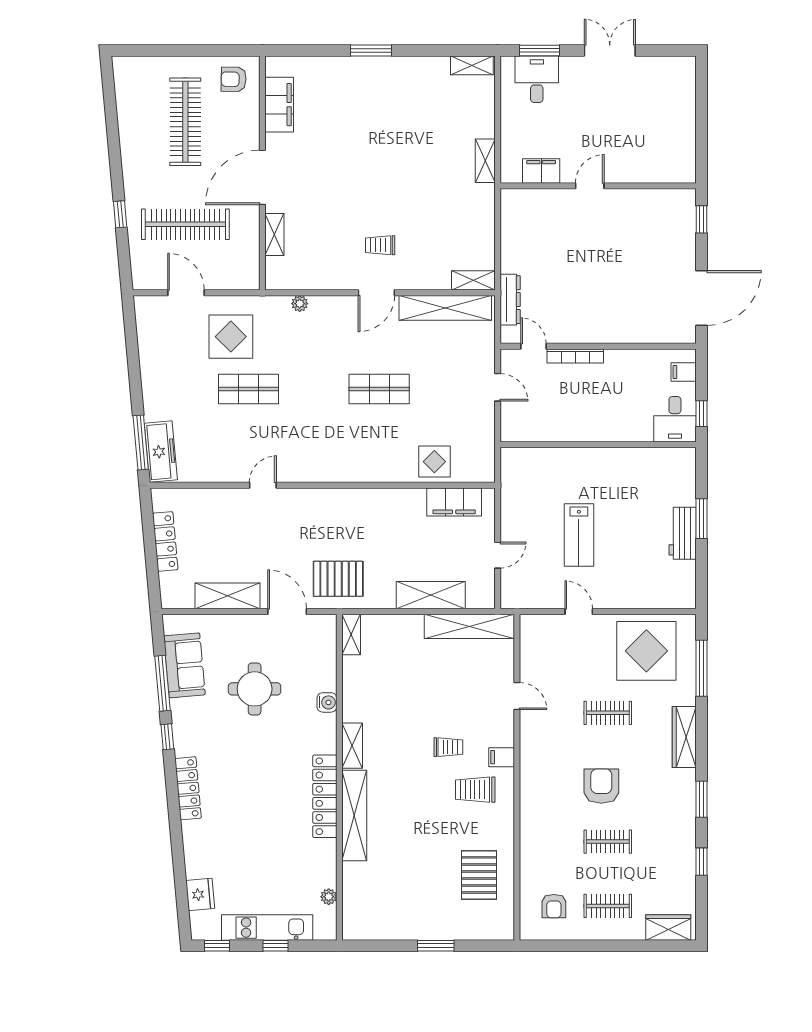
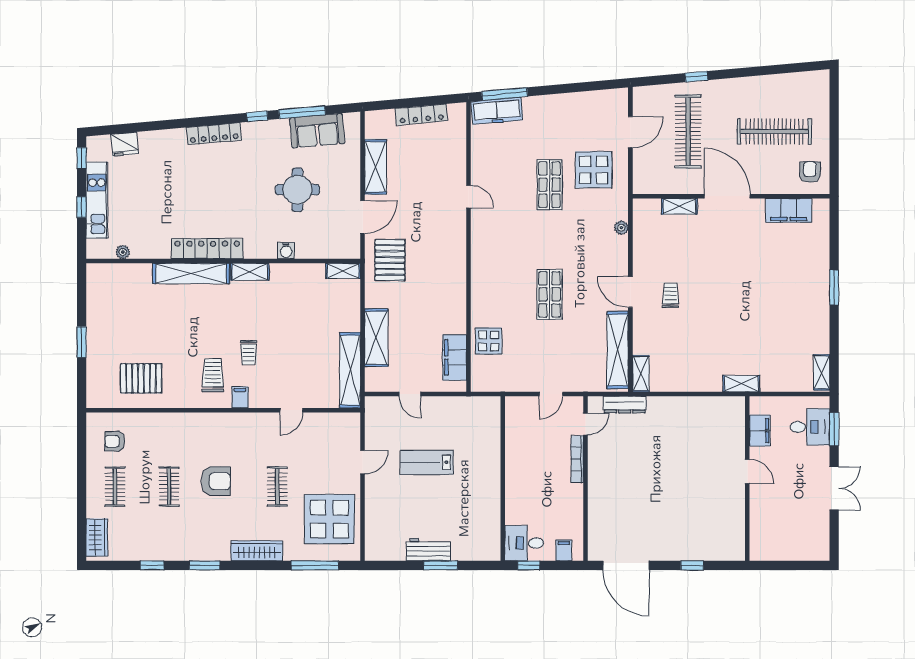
filing cabinet: (541, 171) -> (760, 431), moved
door: (590, 186) -> (747, 471), moved
wall: (598, 186) -> (747, 479), moved

